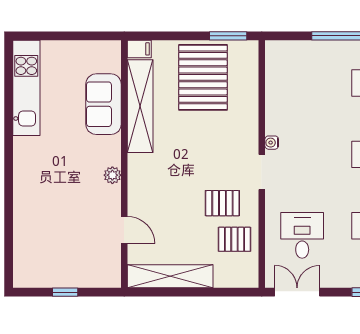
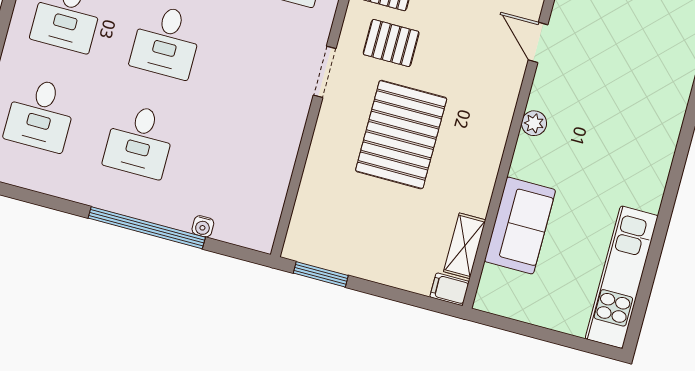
pallet: (203, 77) -> (401, 135), moved
shelving: (140, 106) -> (465, 246), width x0.45, depth x0.75
water cooler: (272, 143) -> (203, 226), moved, turned 90

